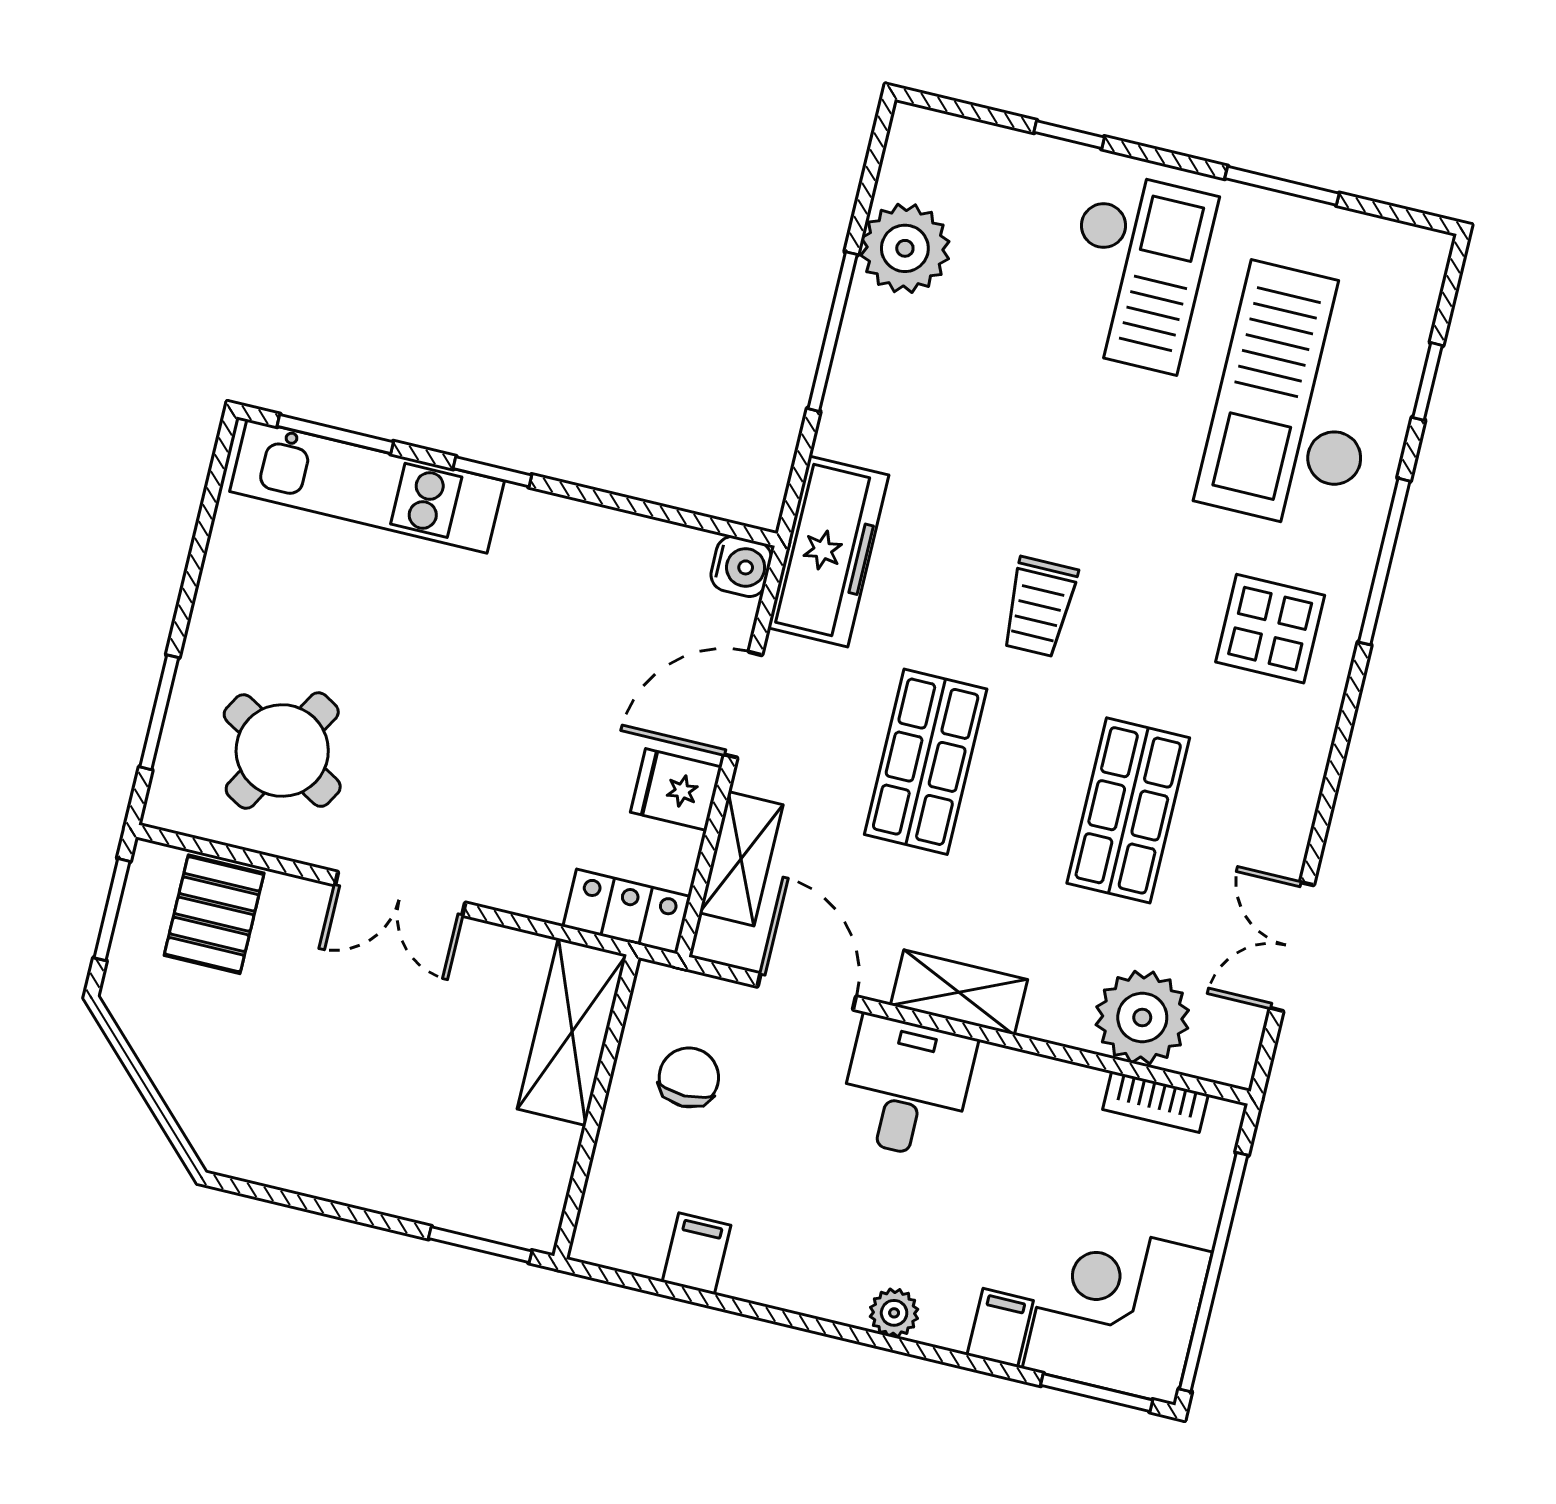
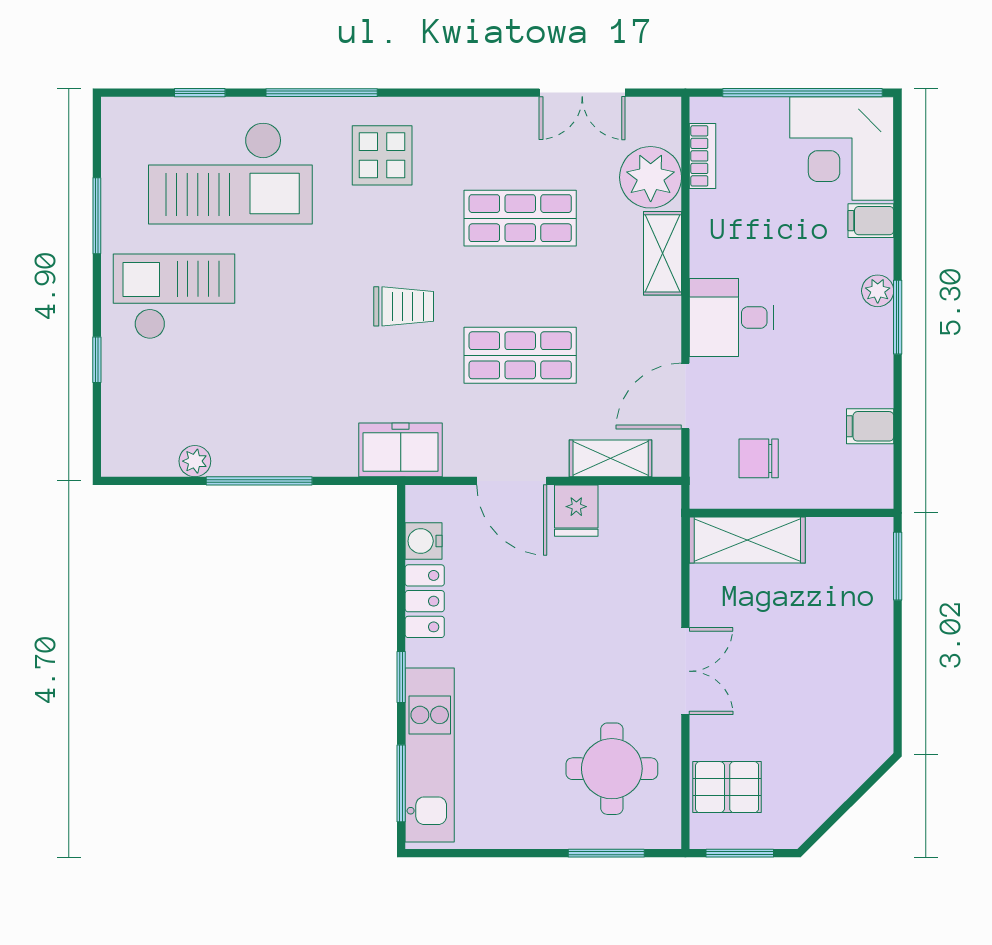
plant: (905, 248) -> (195, 461), width x0.53, depth x0.53
freezer: (828, 551) -> (401, 450), width x0.71
water cooler: (741, 566) -> (424, 541), moved, turned -90
round table: (282, 751) -> (612, 769), turned -30
locker: (627, 911) -> (425, 601), moved, turned 180
shelving: (959, 992) -> (663, 253), moved
window: (1097, 1393) -> (898, 317), moved

